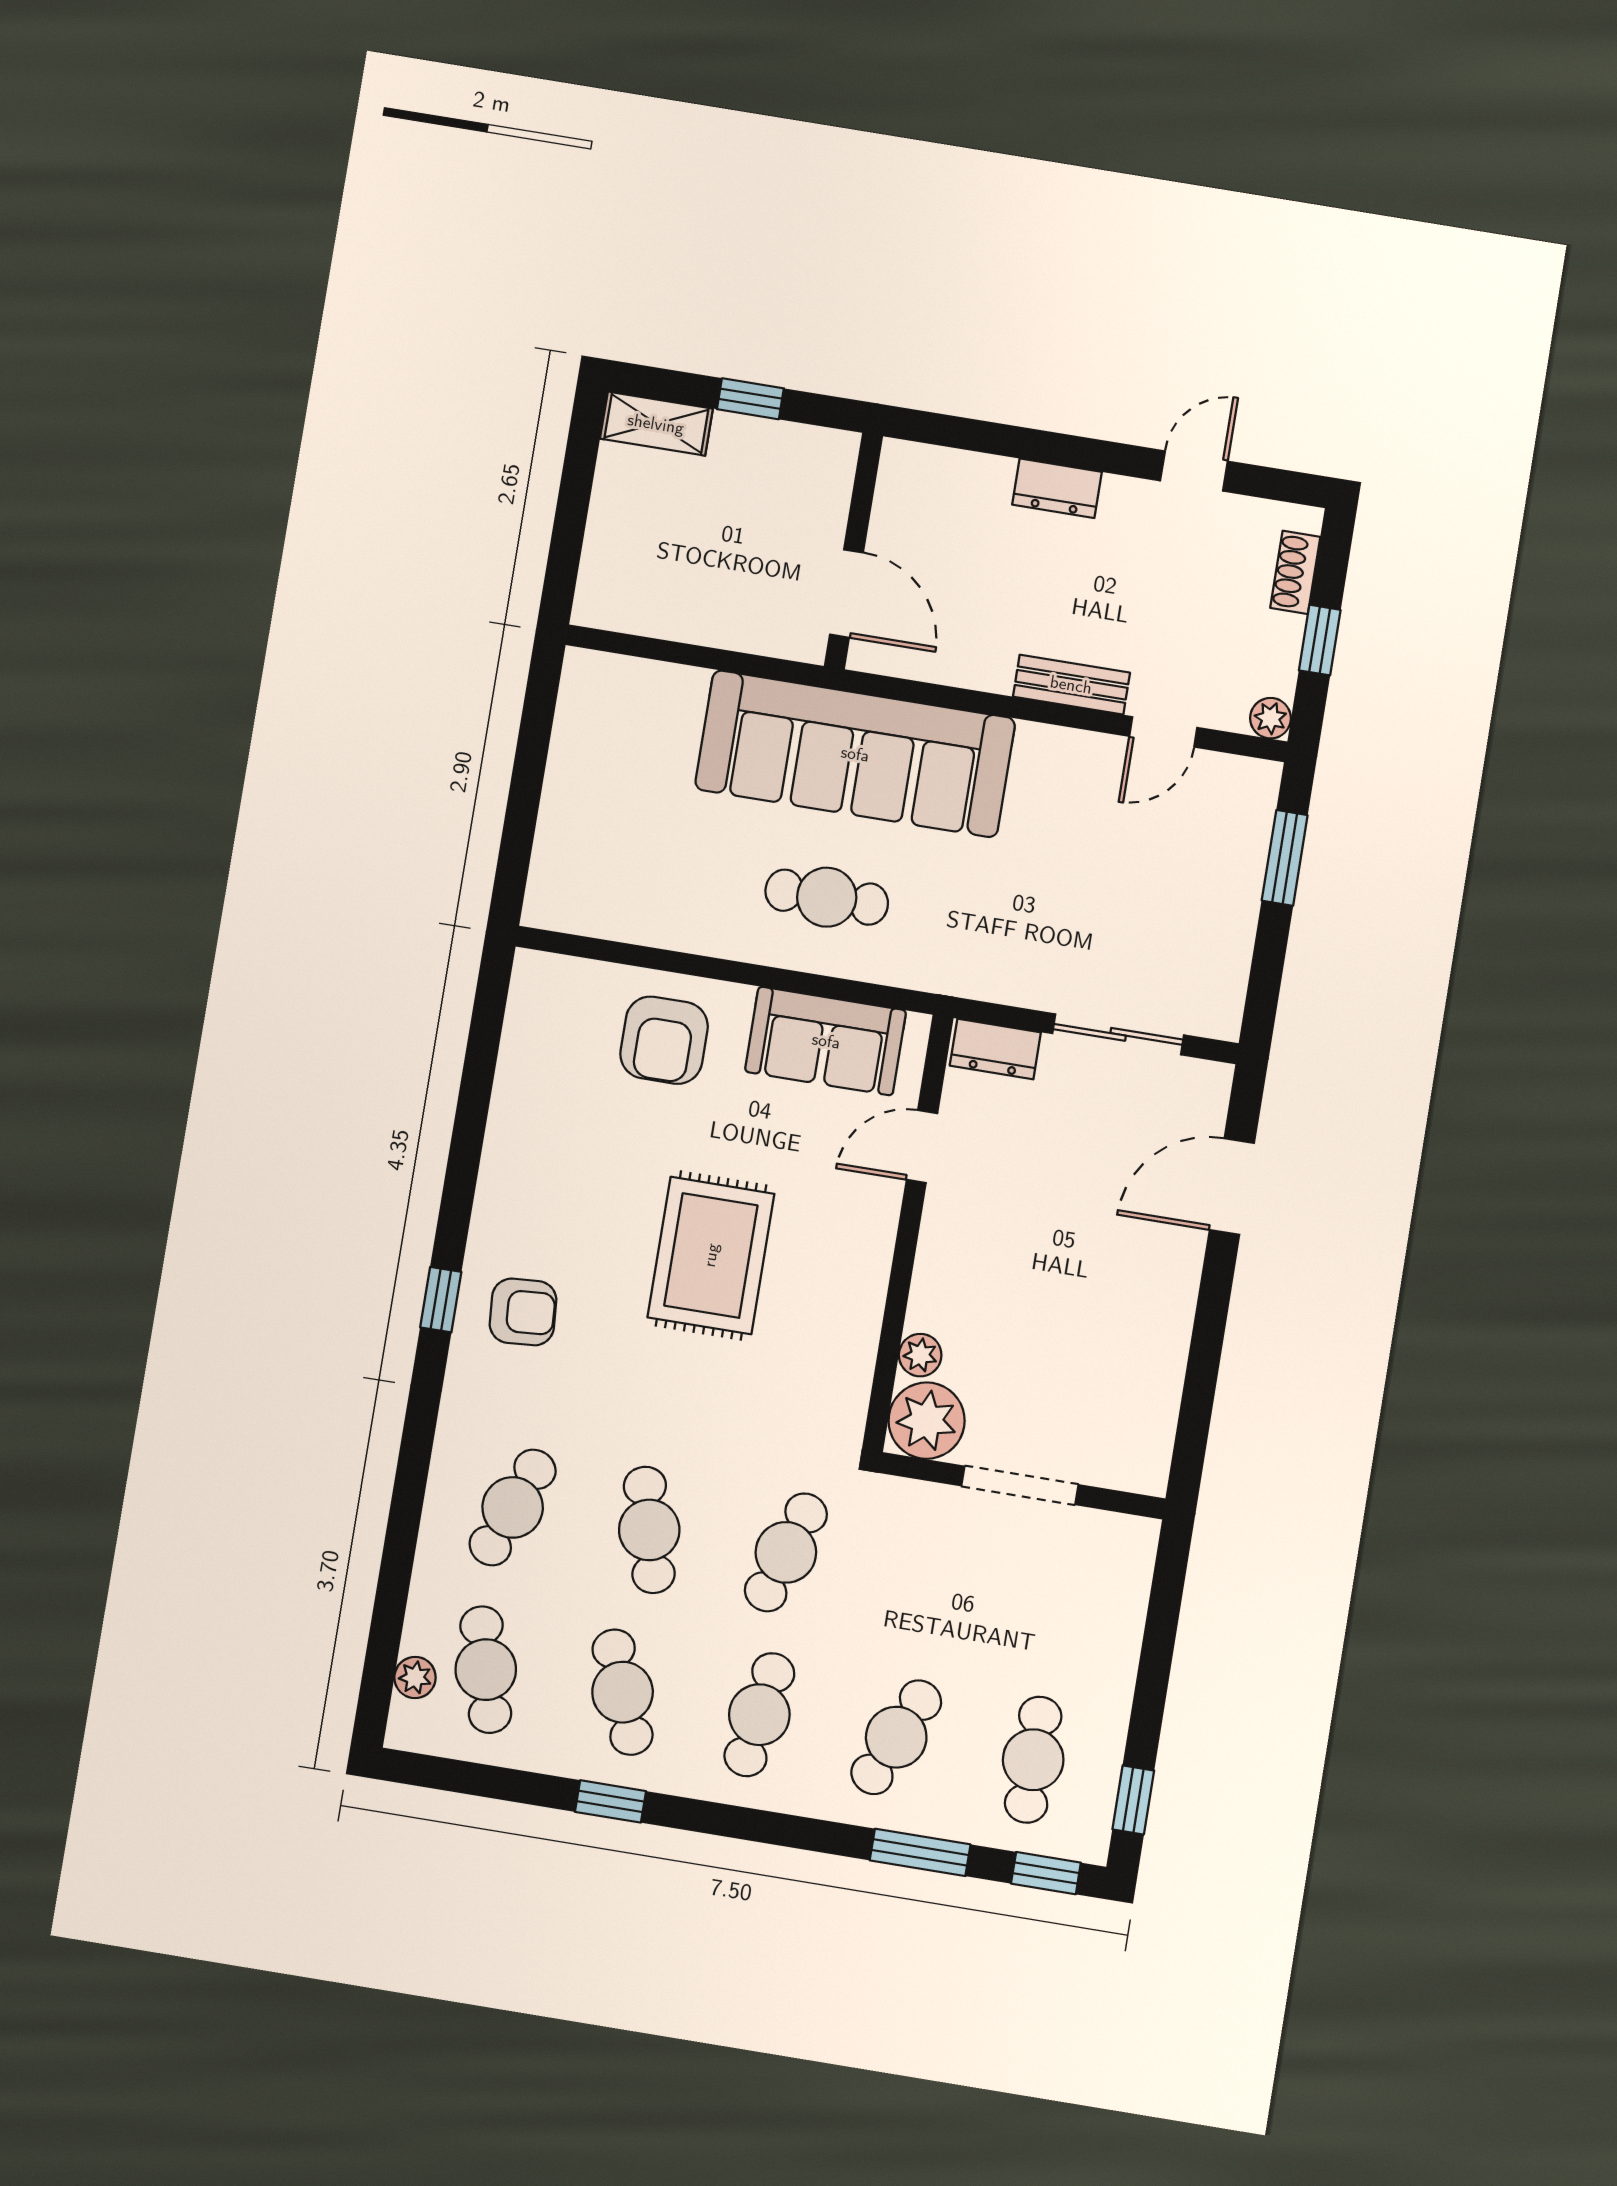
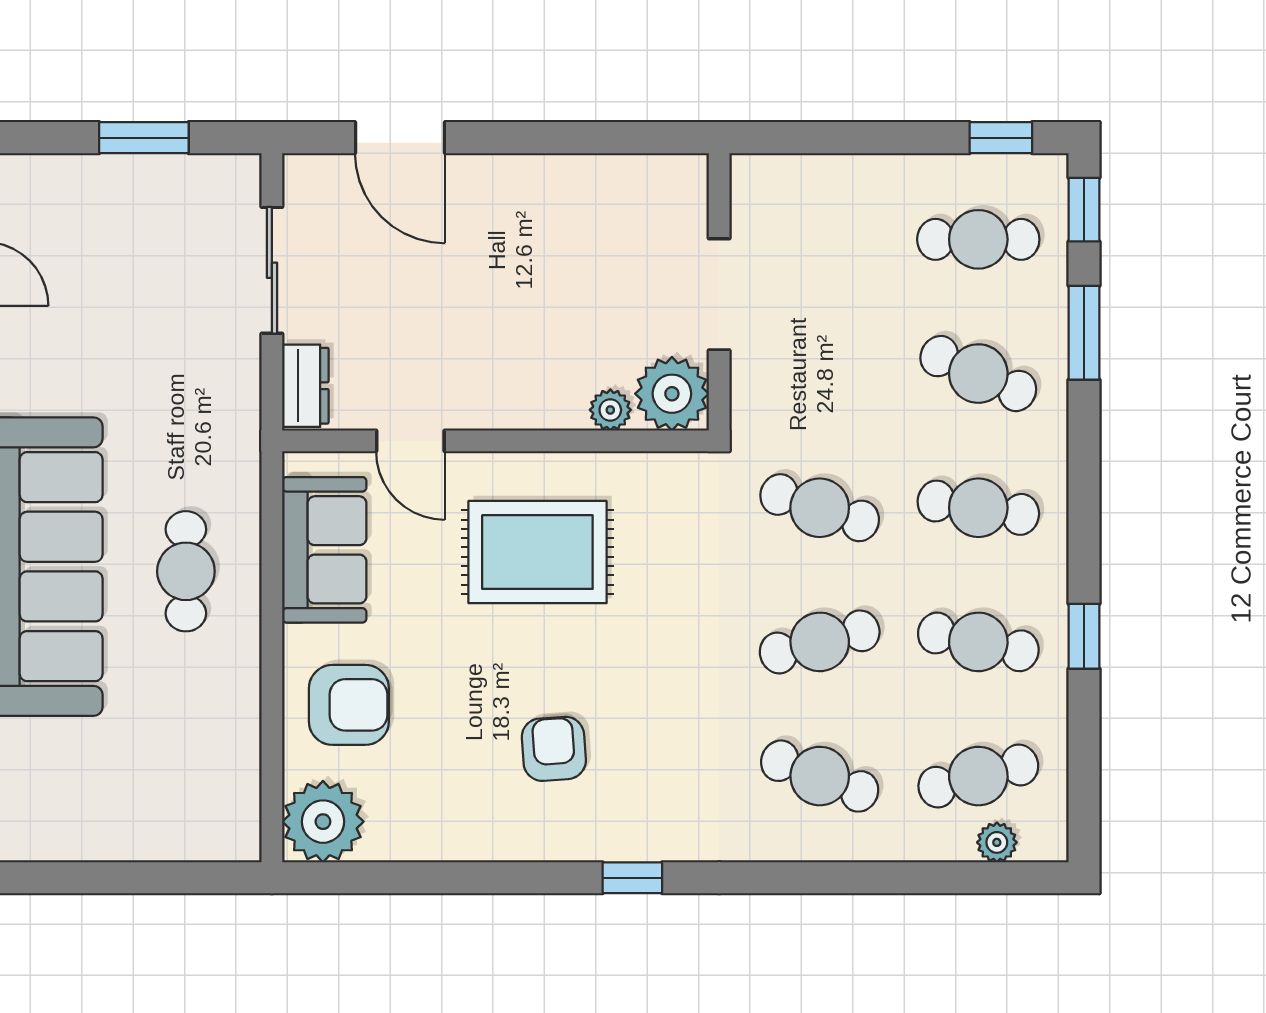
window: (1285, 858) -> (144, 138), moved
plant: (550, 995) -> (323, 822), added
rug: (711, 1255) -> (537, 552), moved
armchair: (523, 1312) -> (554, 749), moved
cafe table: (623, 1692) -> (978, 642), turned 33

